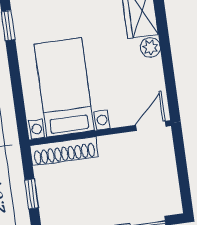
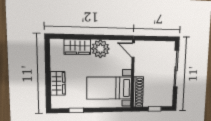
plant: (150, 47) -> (100, 49), width x1.88, depth x1.88

